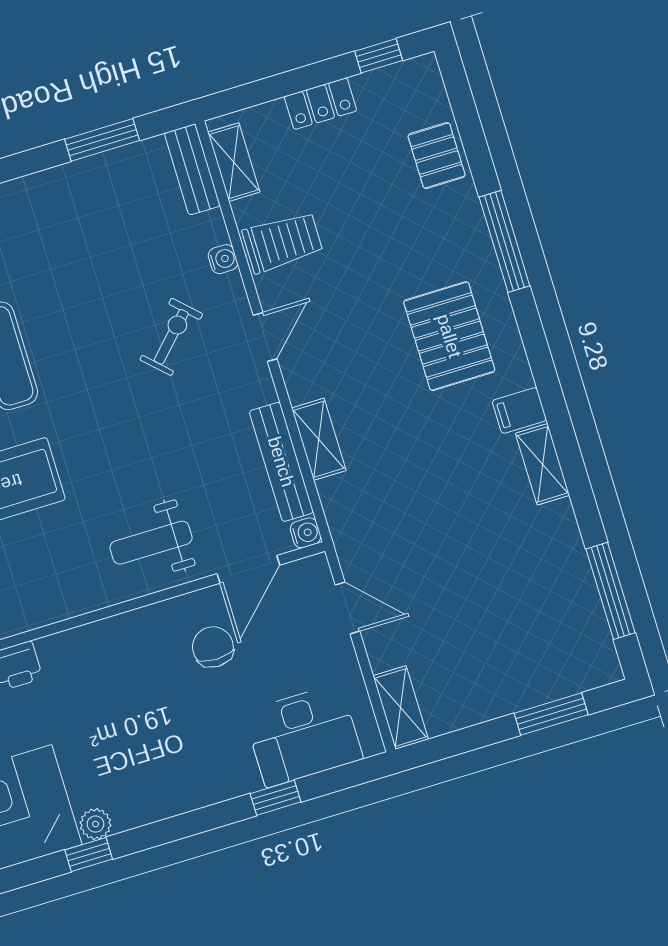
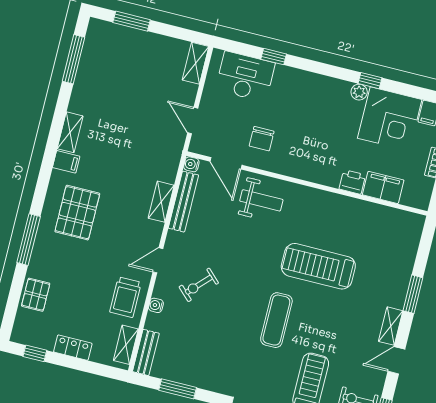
trolley: (282, 242) -> (126, 297), turned -90
door: (248, 569) -> (226, 163), swing flipped

